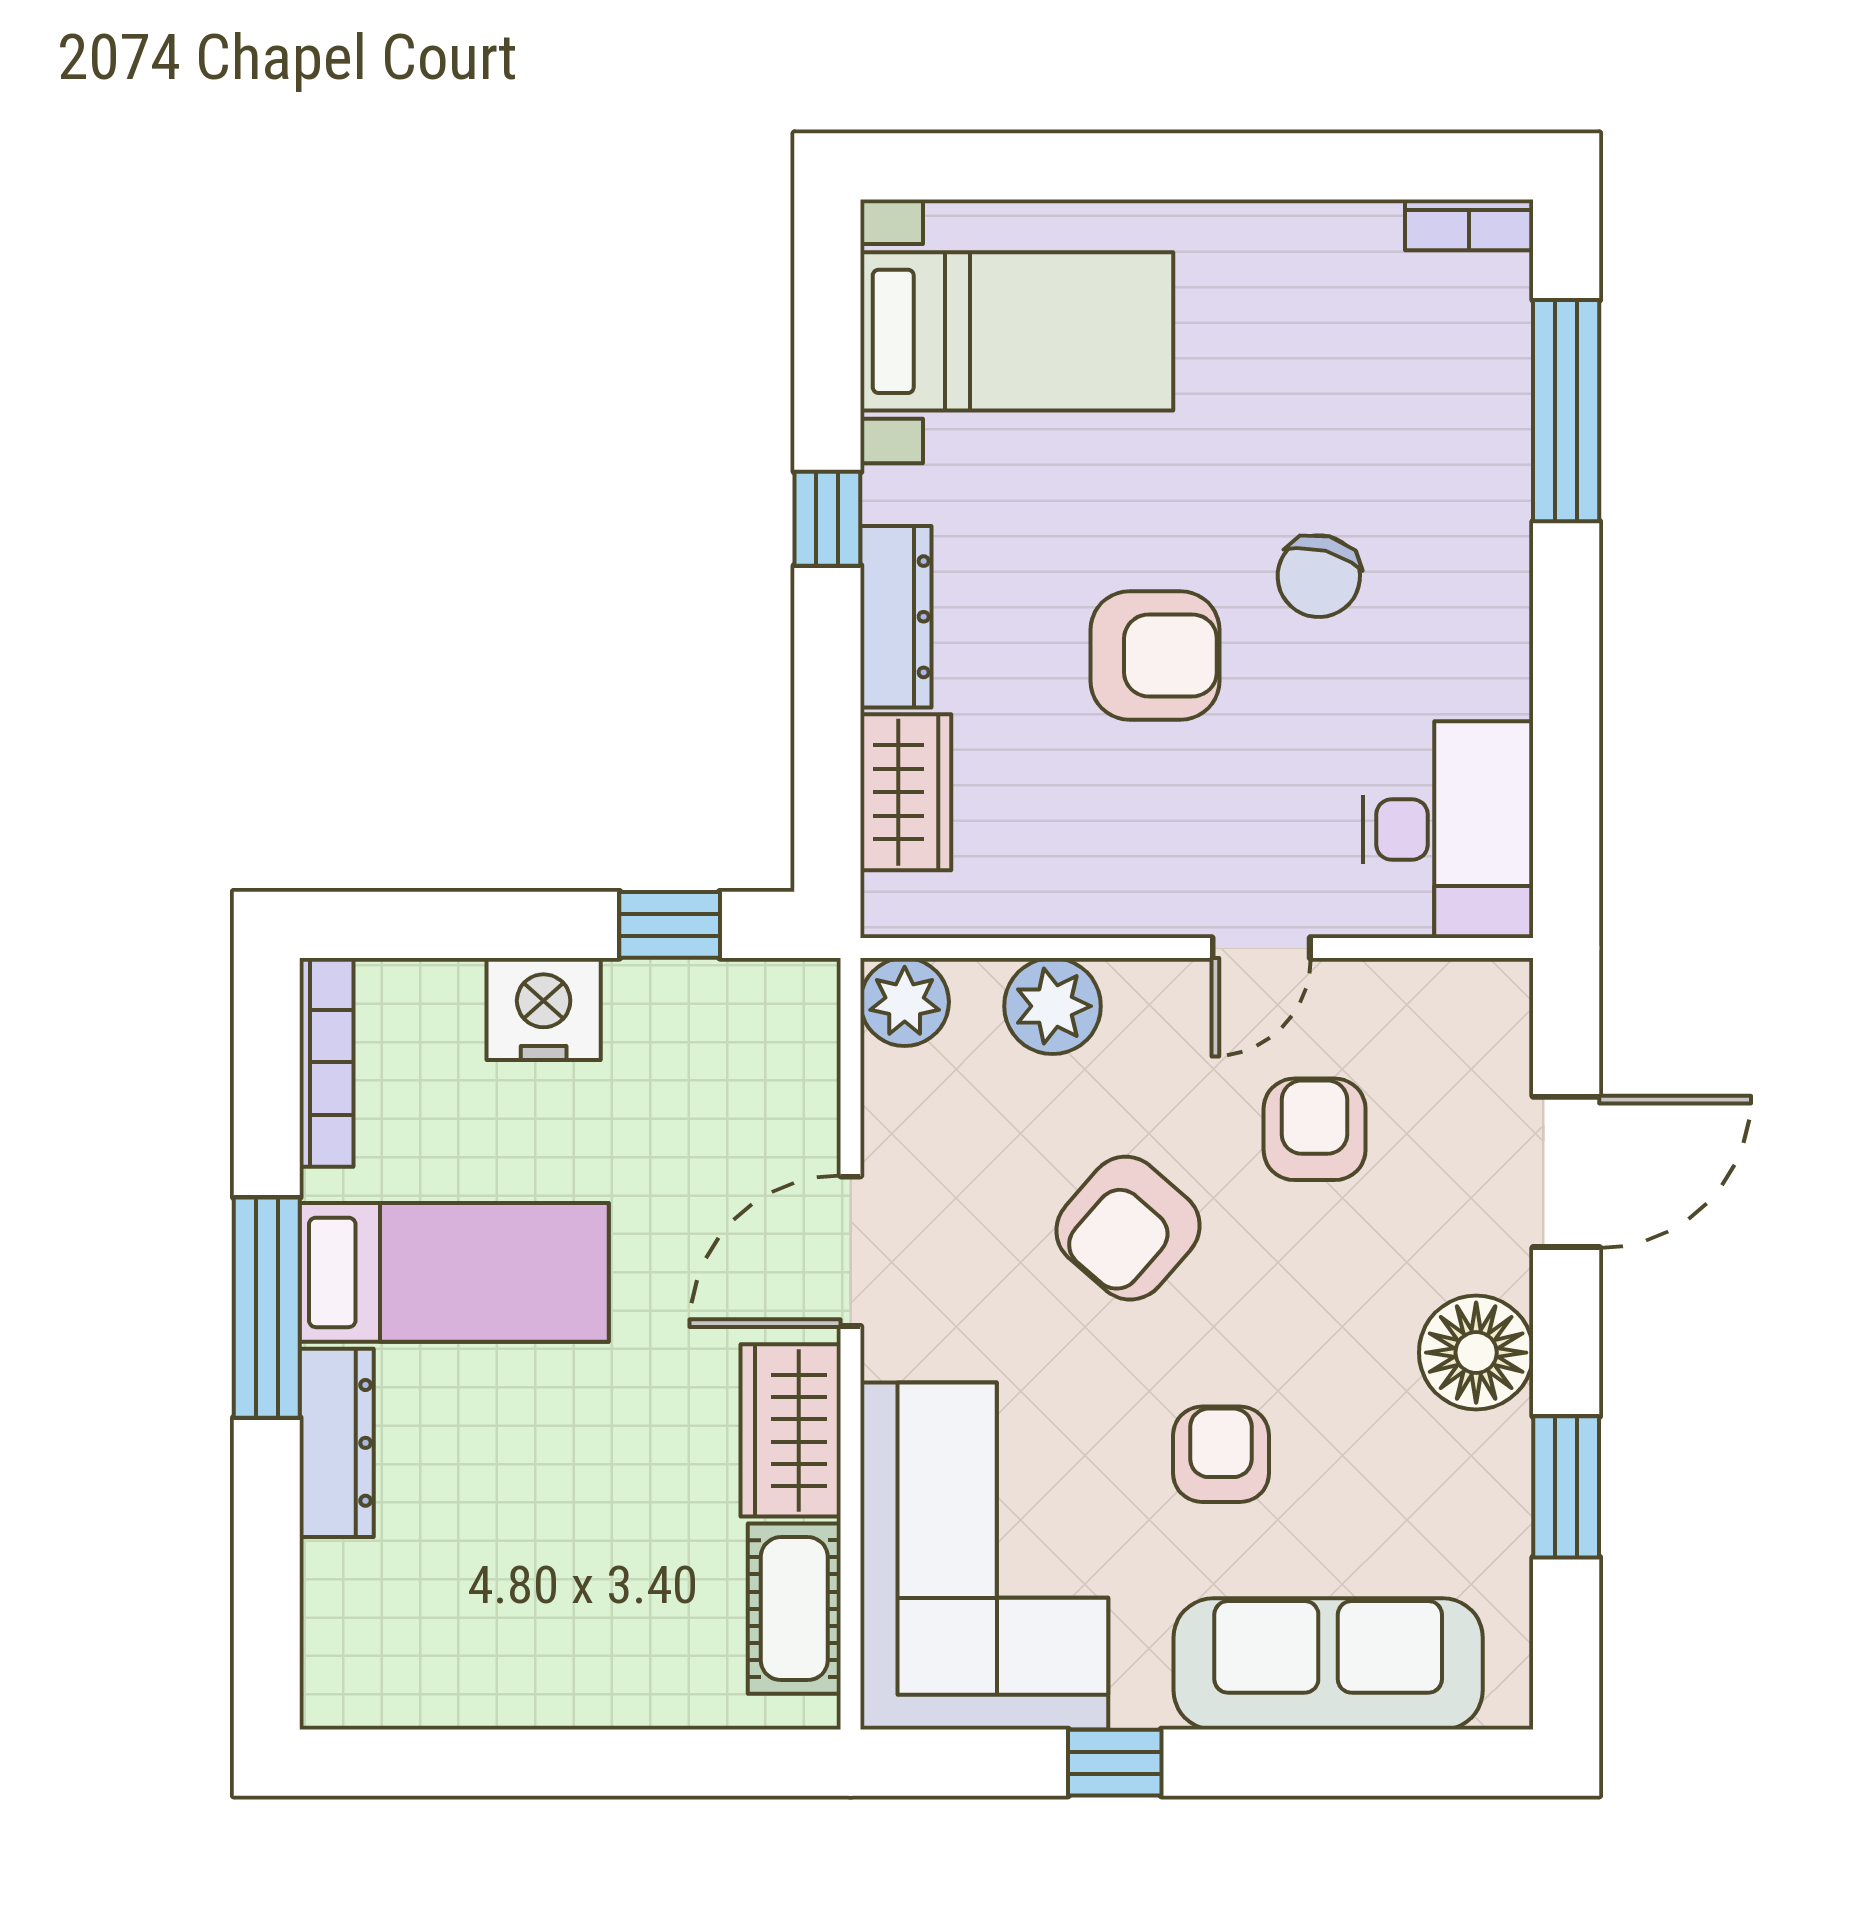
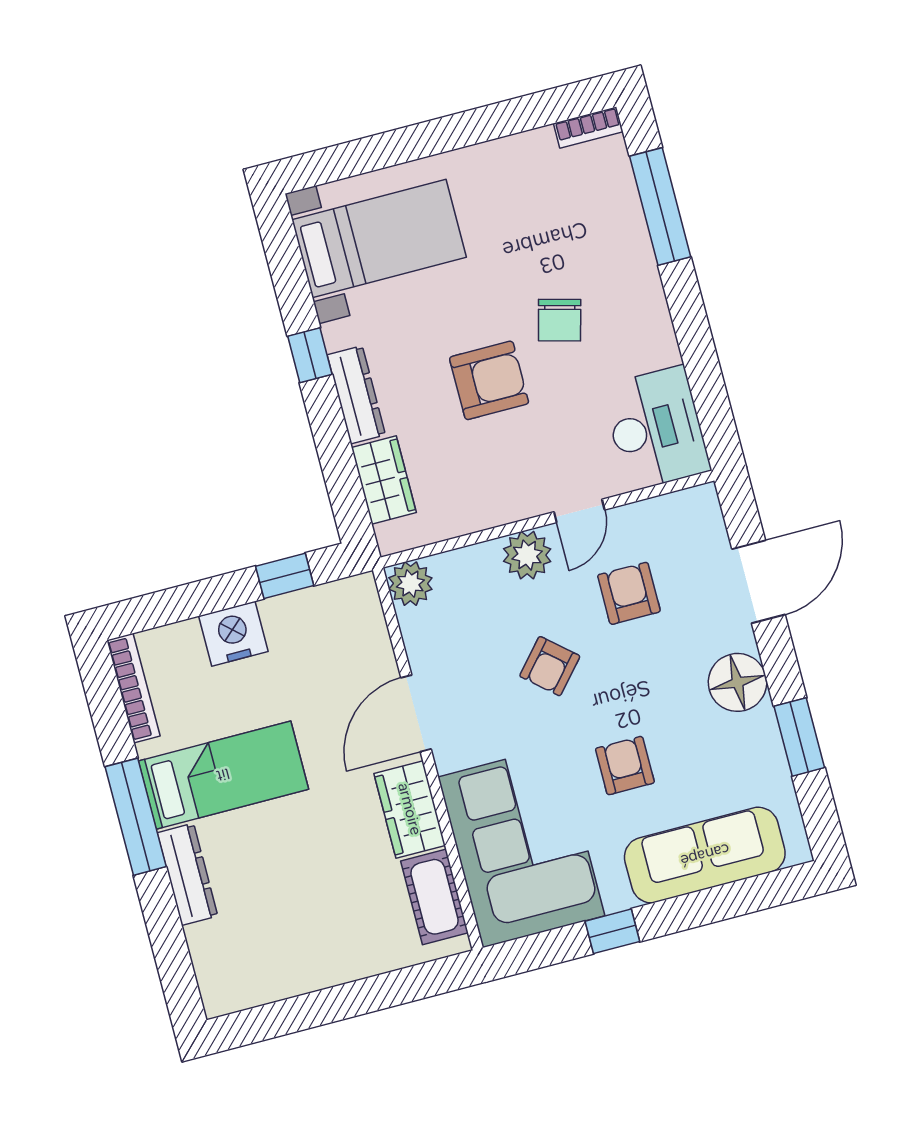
plant: (1053, 1006) -> (527, 555), moved
armchair: (1128, 1228) -> (550, 666), width x0.72, depth x0.72

